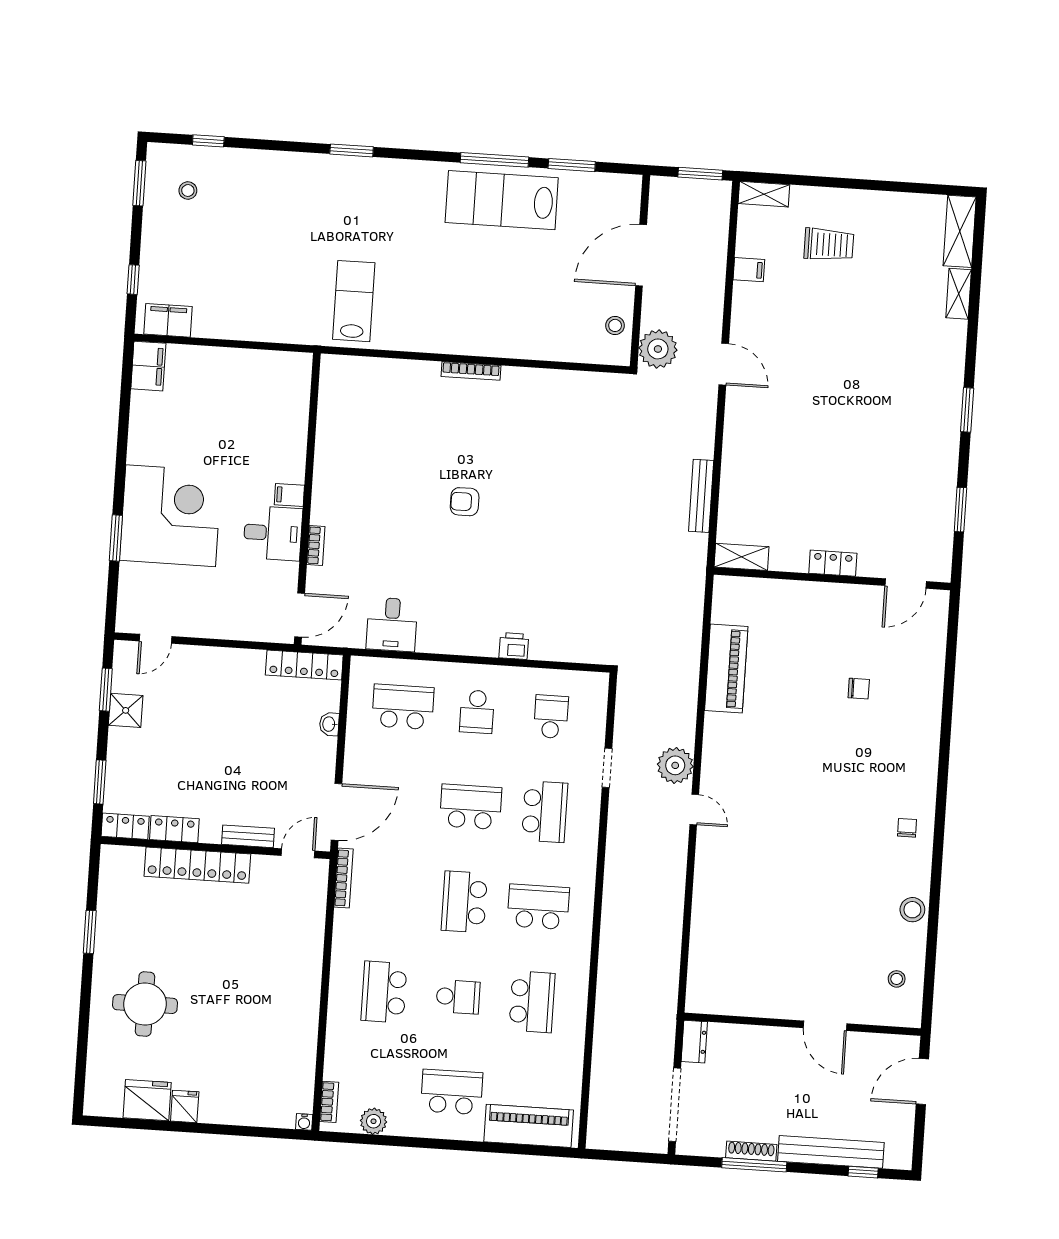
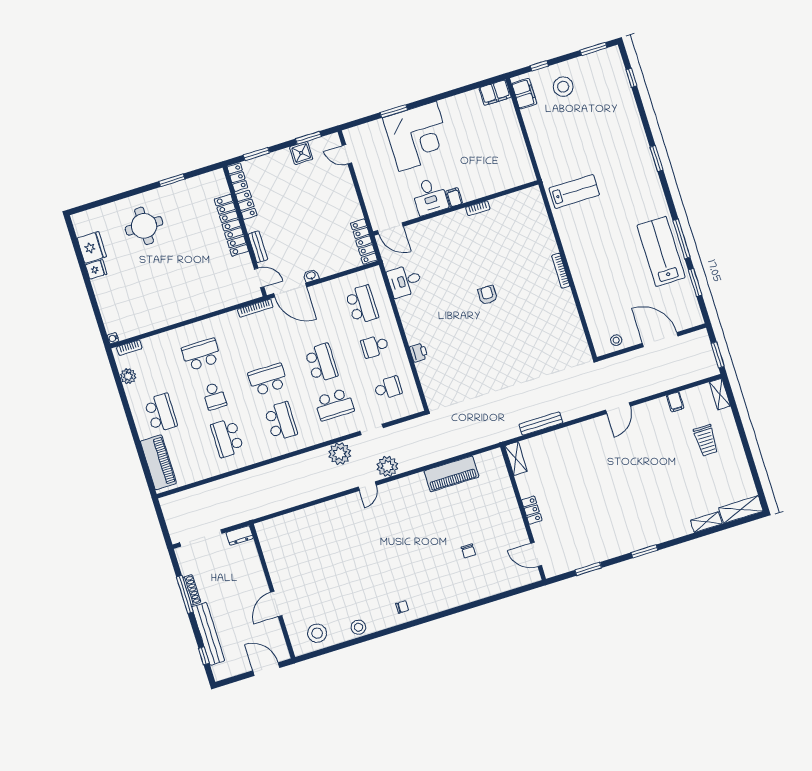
stool: (188, 190) -> (563, 87), moved, width x1.89, depth x1.89
plant: (658, 349) -> (340, 454), moved
bookcase: (316, 545) -> (478, 208), moved
washbasin: (329, 724) -> (311, 276), moved
stool: (897, 979) -> (317, 633), width x1.89, depth x1.89
school desk: (532, 1002) -> (227, 438), turned 90

